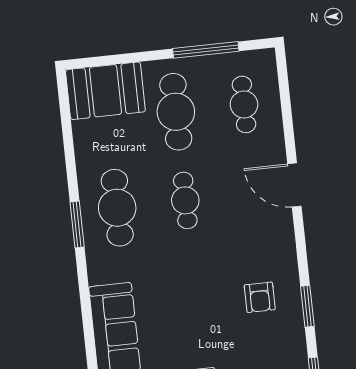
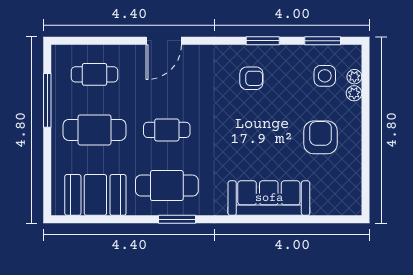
booth: (105, 91) -> (95, 195), moved, turned 90

